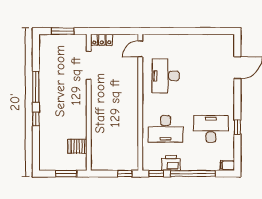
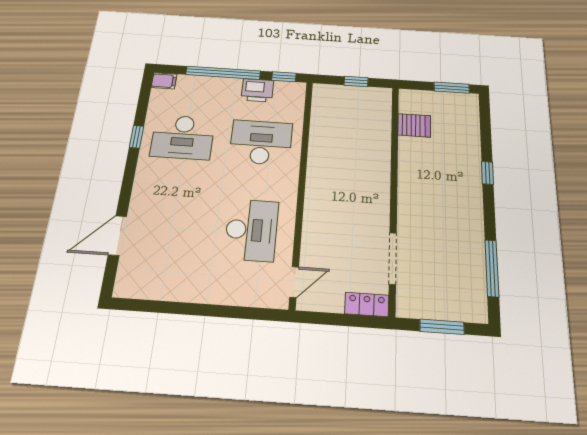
window: (36, 87) -> (492, 268), moved
window: (66, 174) -> (452, 88), moved
window: (125, 174) -> (356, 81), moved

